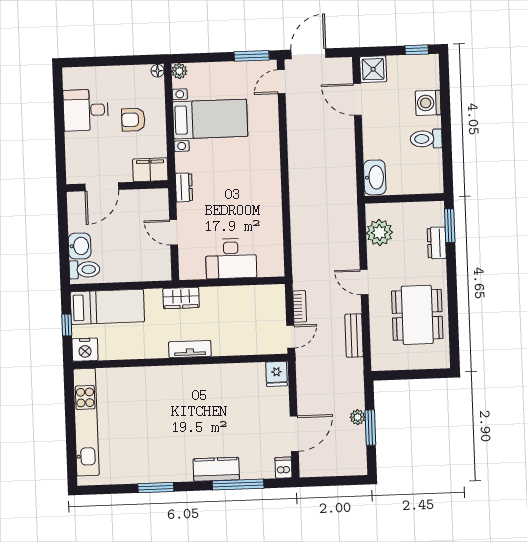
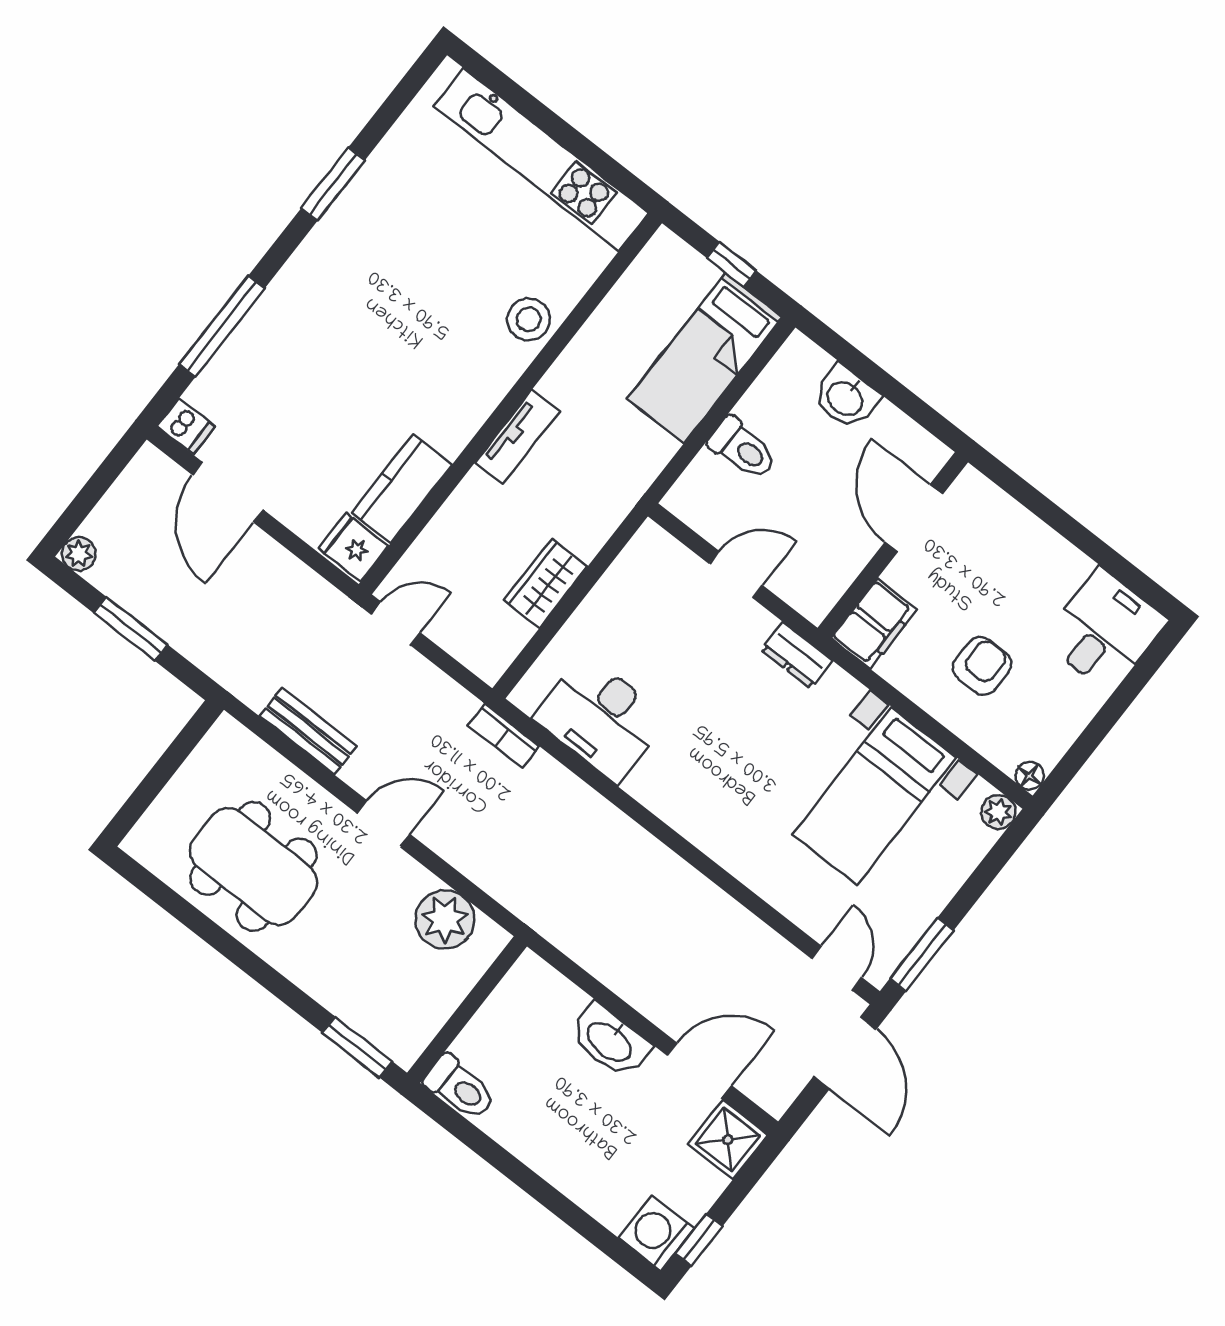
washing machine: (428, 103) -> (656, 1233), moved, turned -90
desk: (86, 110) -> (1105, 631), moved
toilet: (426, 139) -> (460, 1088), moved, turned 90
washbasin: (375, 177) -> (610, 1041), moved
dresser: (437, 243) -> (347, 1001), removed
desk: (231, 259) -> (601, 718), moved, turned -90
toilet: (84, 270) -> (743, 448), moved, turned -90
wardrobe: (181, 298) -> (546, 583), moved
bookcase: (300, 306) -> (504, 736), moved
door: (291, 337) -> (396, 623), swing flipped
nightstand: (85, 350) -> (664, 260), removed
stool: (146, 380) -> (529, 319), added
plant: (358, 417) -> (79, 554), moved
kitchen counter: (216, 469) -> (402, 489), moved, turned 180

